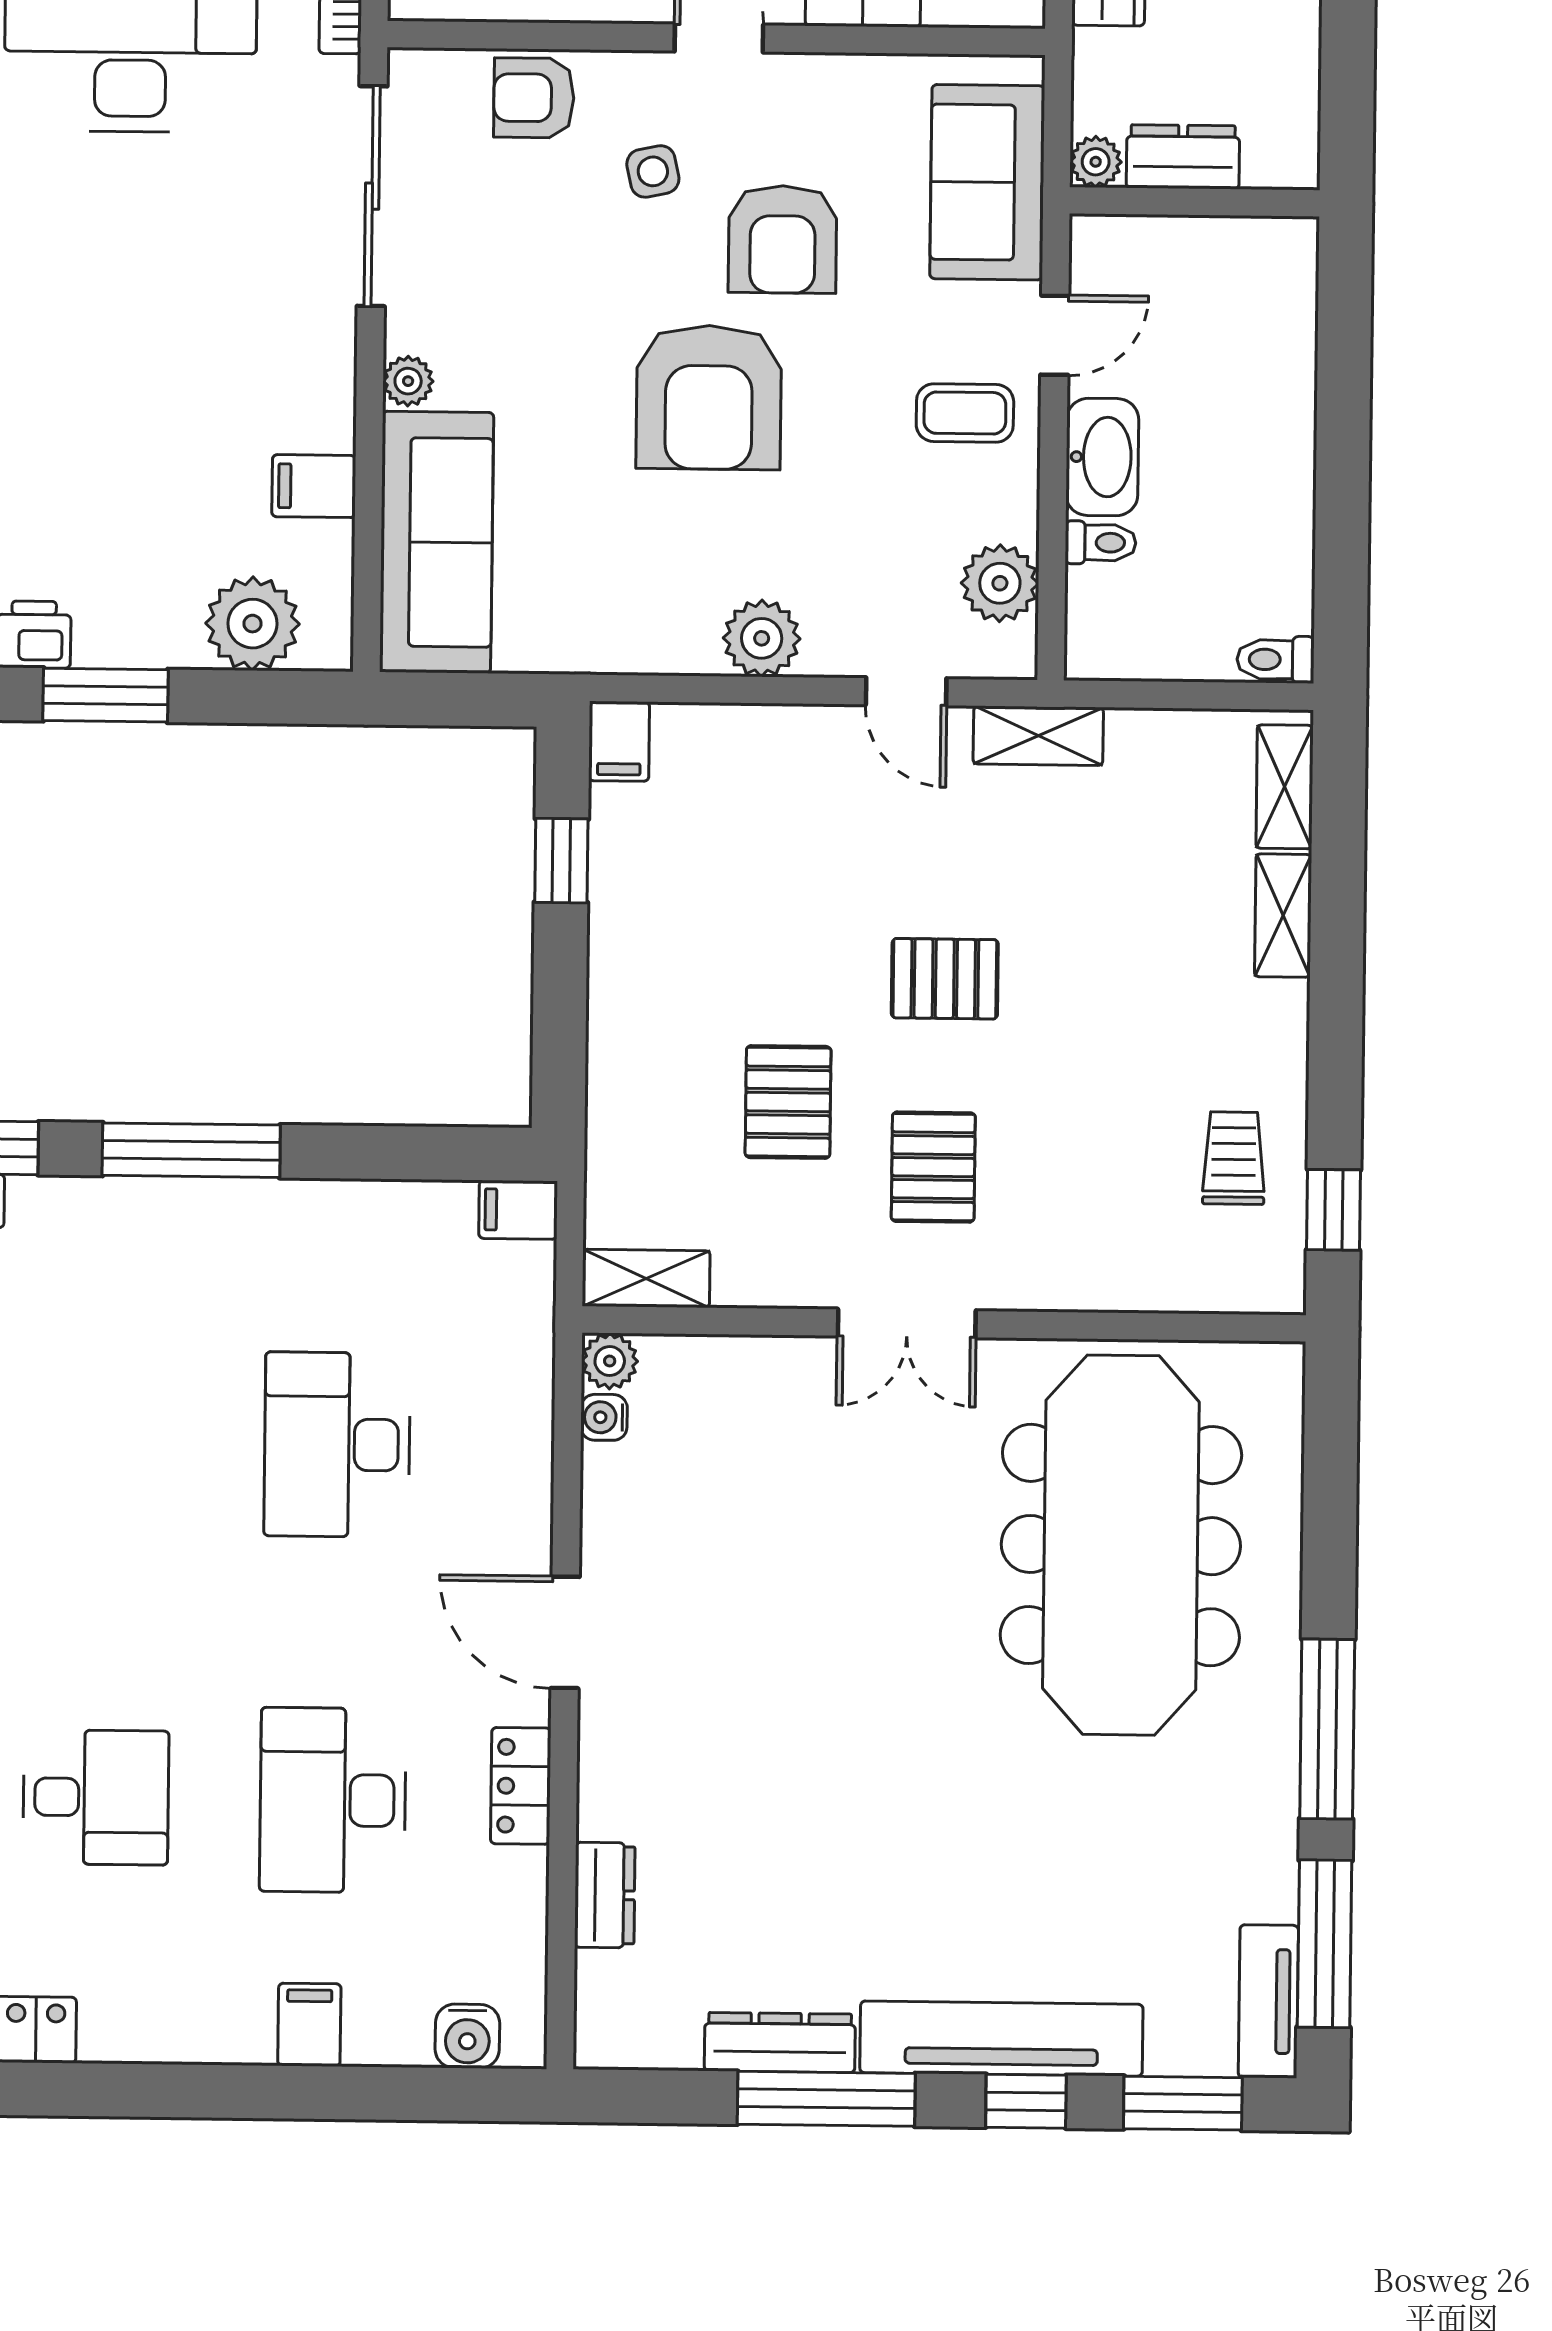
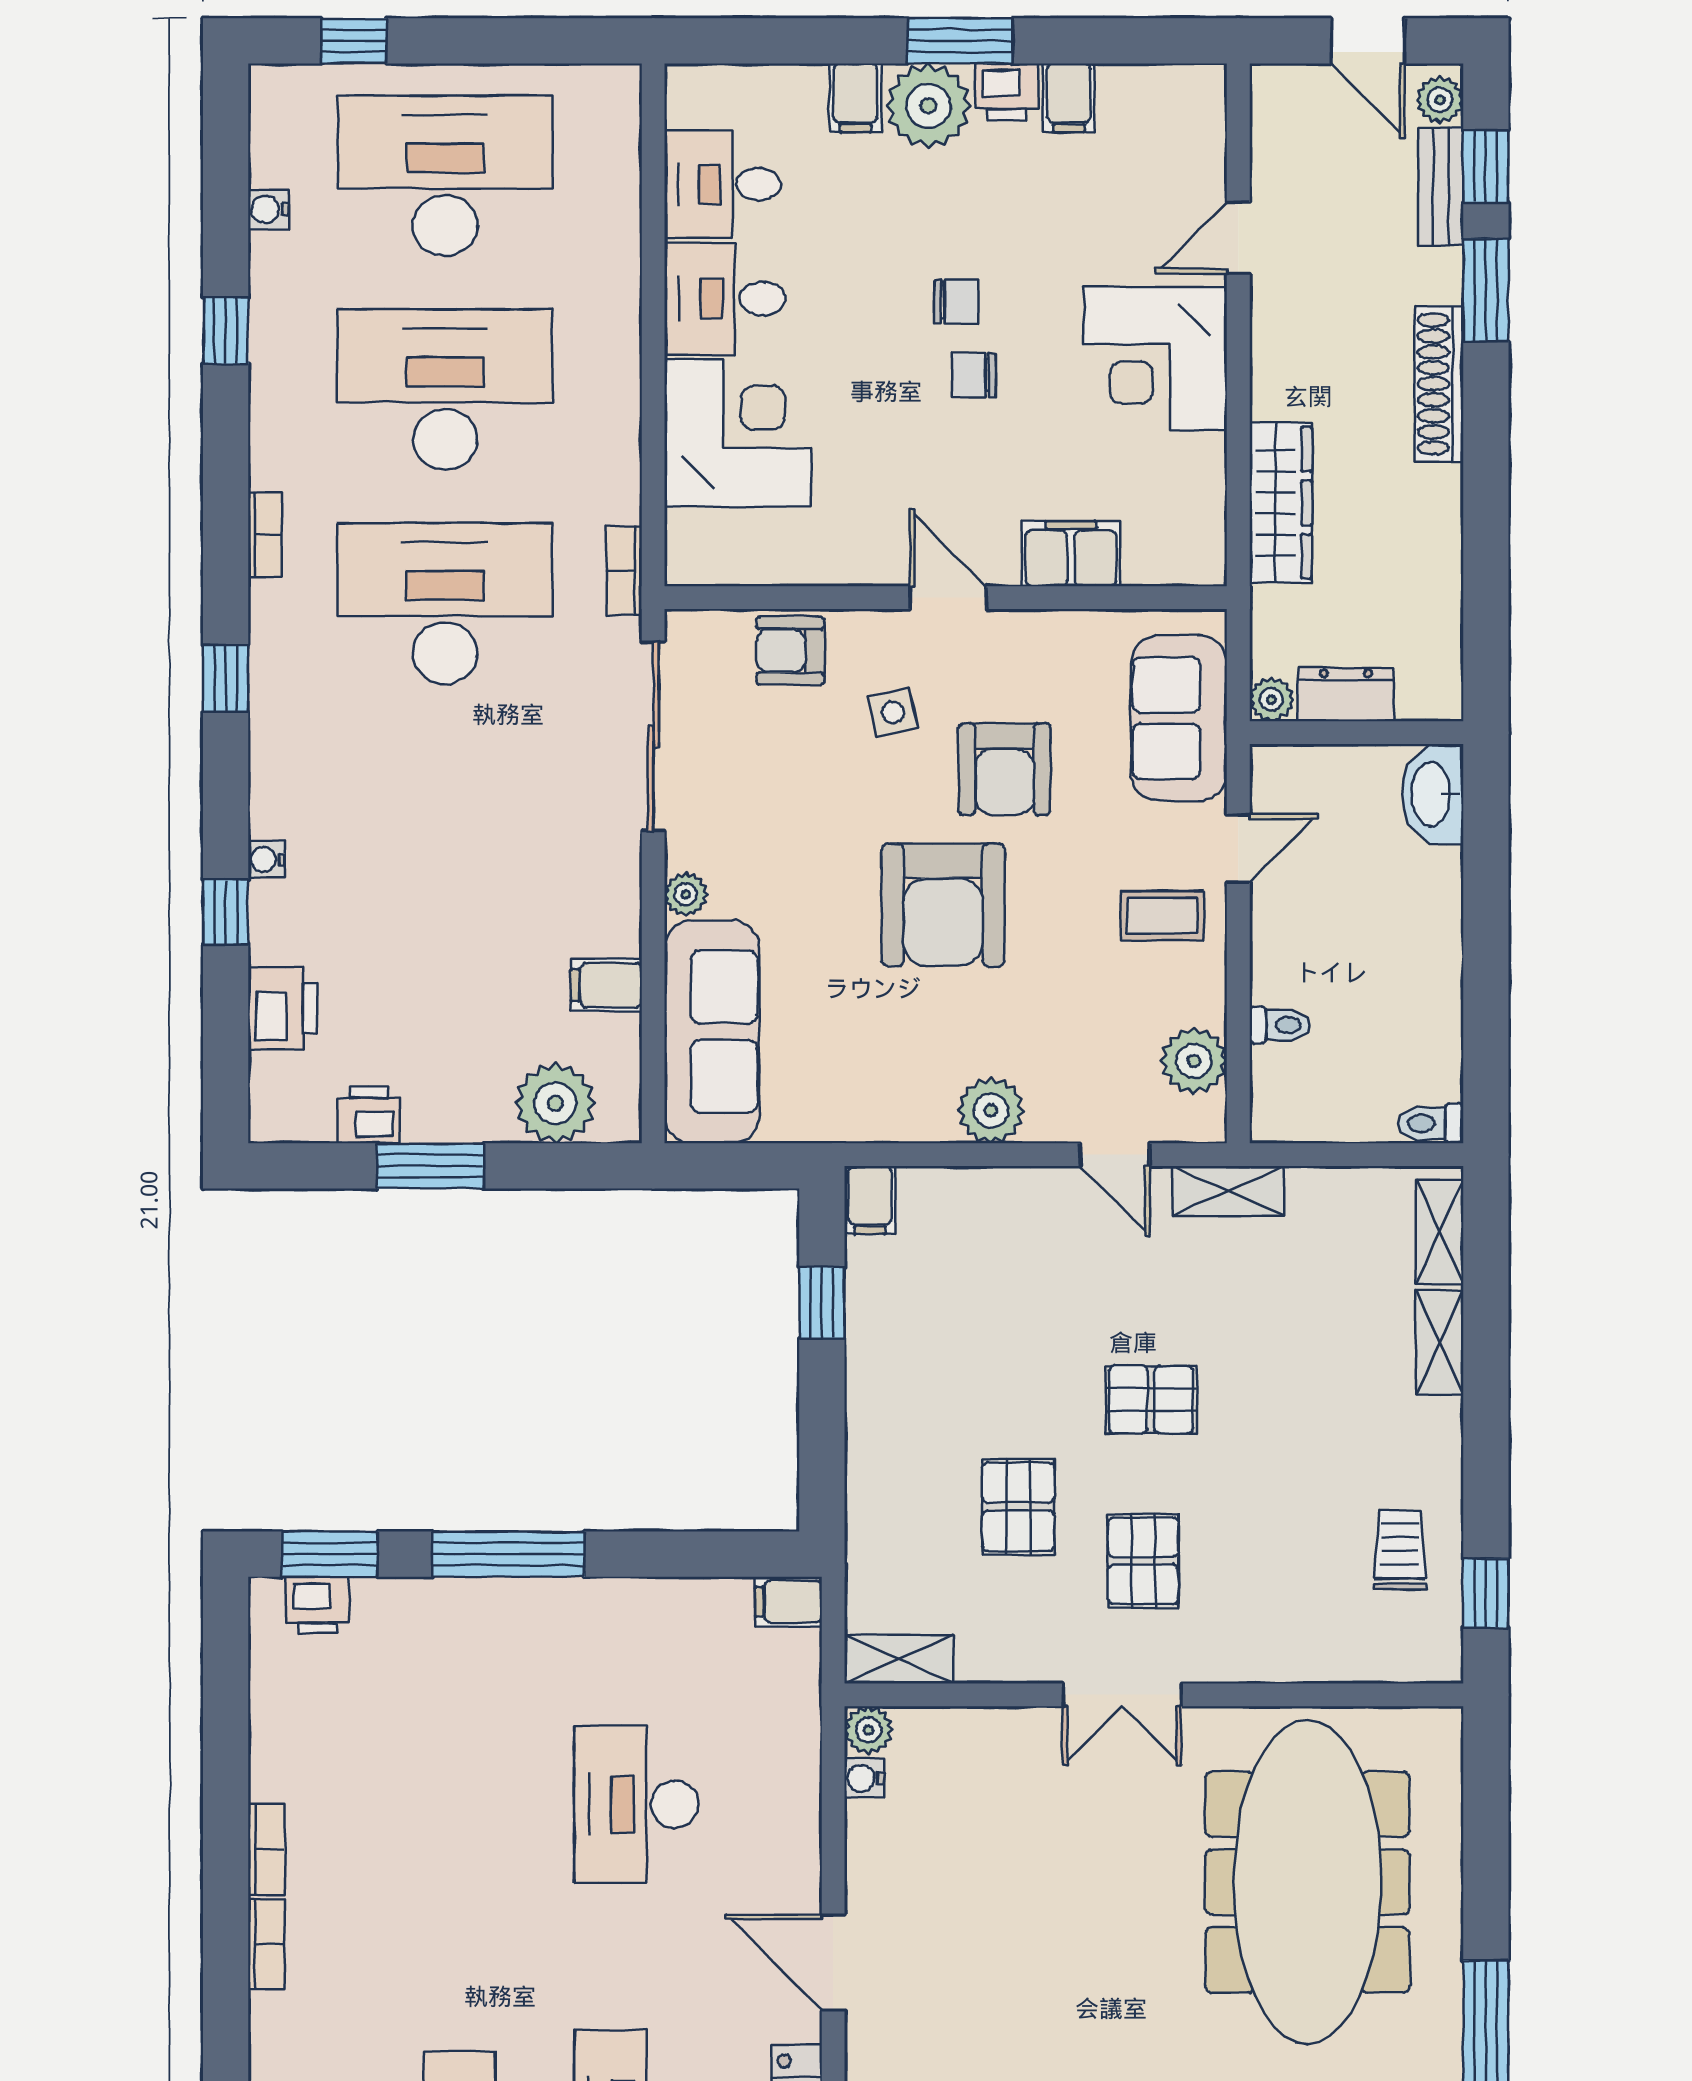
washbasin: (1102, 457) -> (1433, 794), moved, turned 180

